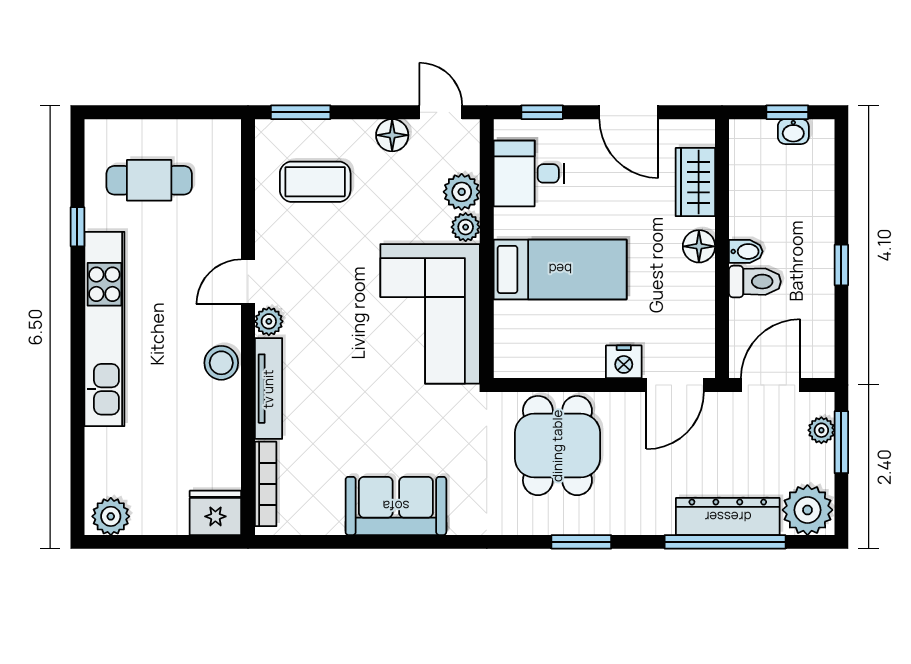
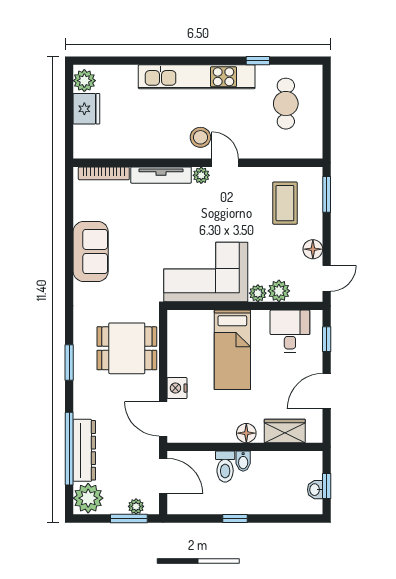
stool: (221, 363) -> (200, 137), moved
fridge: (215, 513) -> (86, 109), moved

